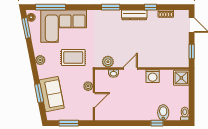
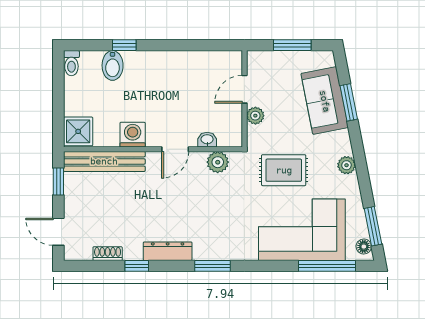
bench: (167, 62) -> (104, 161), added

